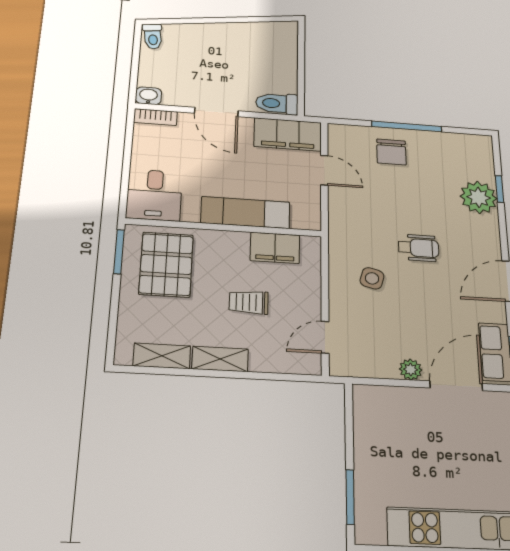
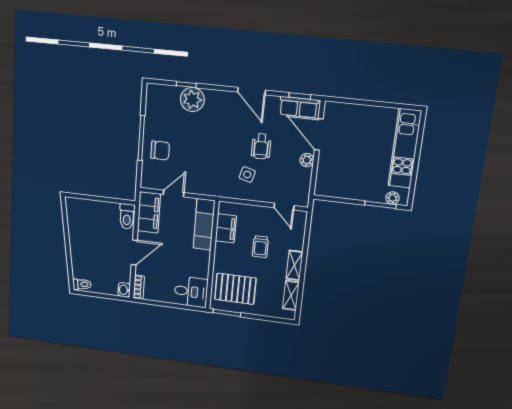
exam couch: (245, 212) -> (204, 224), moved
wheelchair: (419, 248) -> (261, 146), moved, turned 180
plant: (366, 517) -> (392, 198), added

